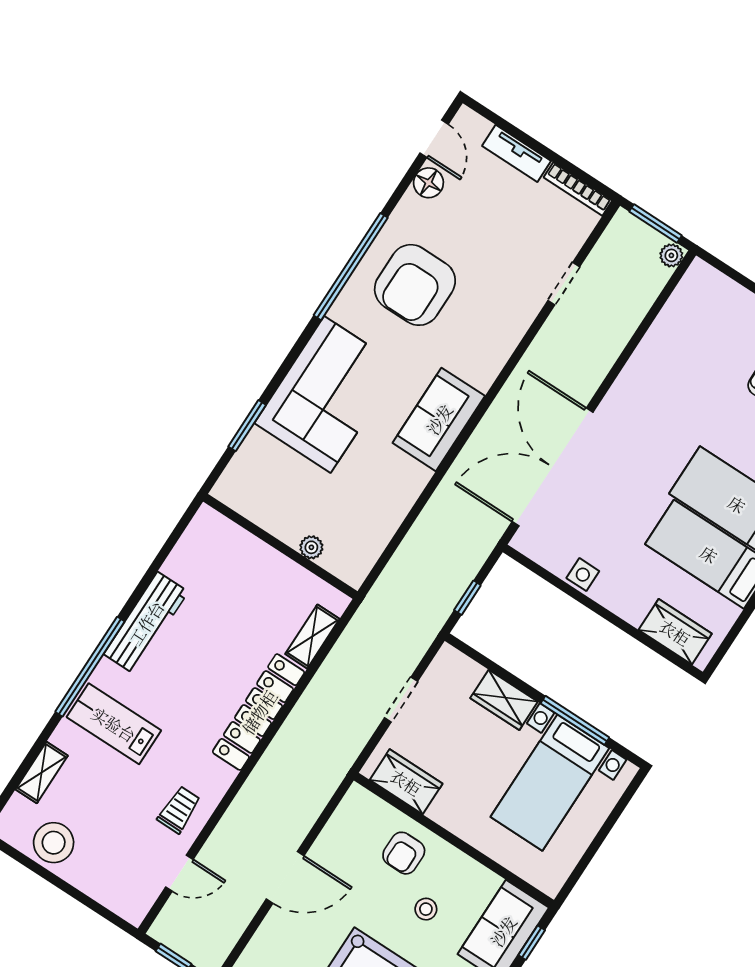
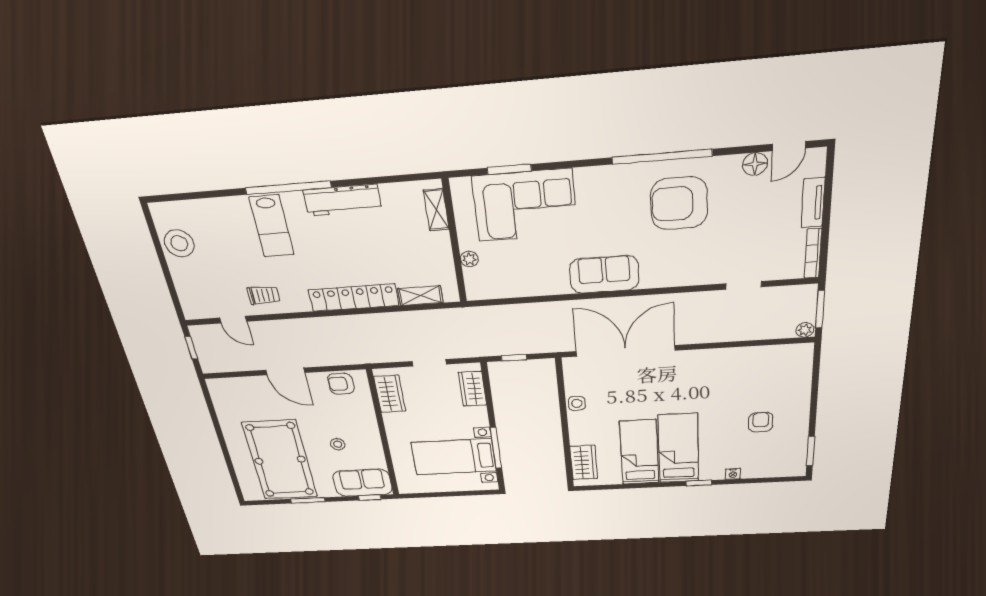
corner sofa: (327, 394) -> (525, 205), moved
wardrobe: (504, 700) -> (472, 389), moved
lab bench: (114, 724) -> (272, 226), turned 180
shelving: (42, 773) -> (436, 210), moved, turned 90
armchair: (404, 853) -> (341, 384), moved

